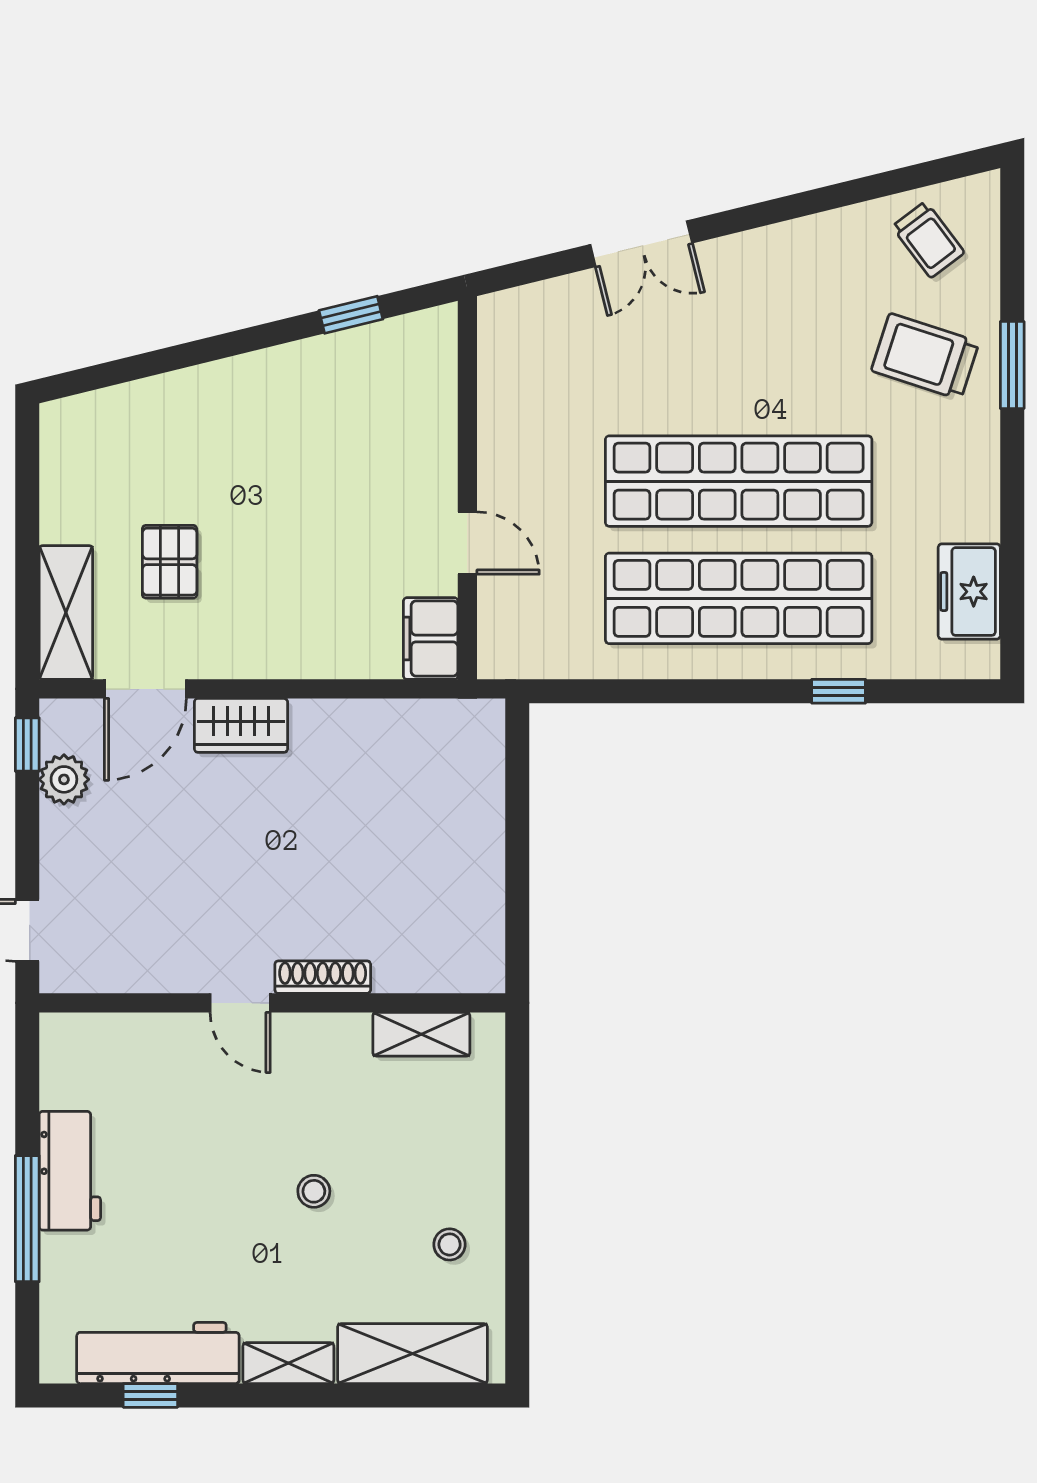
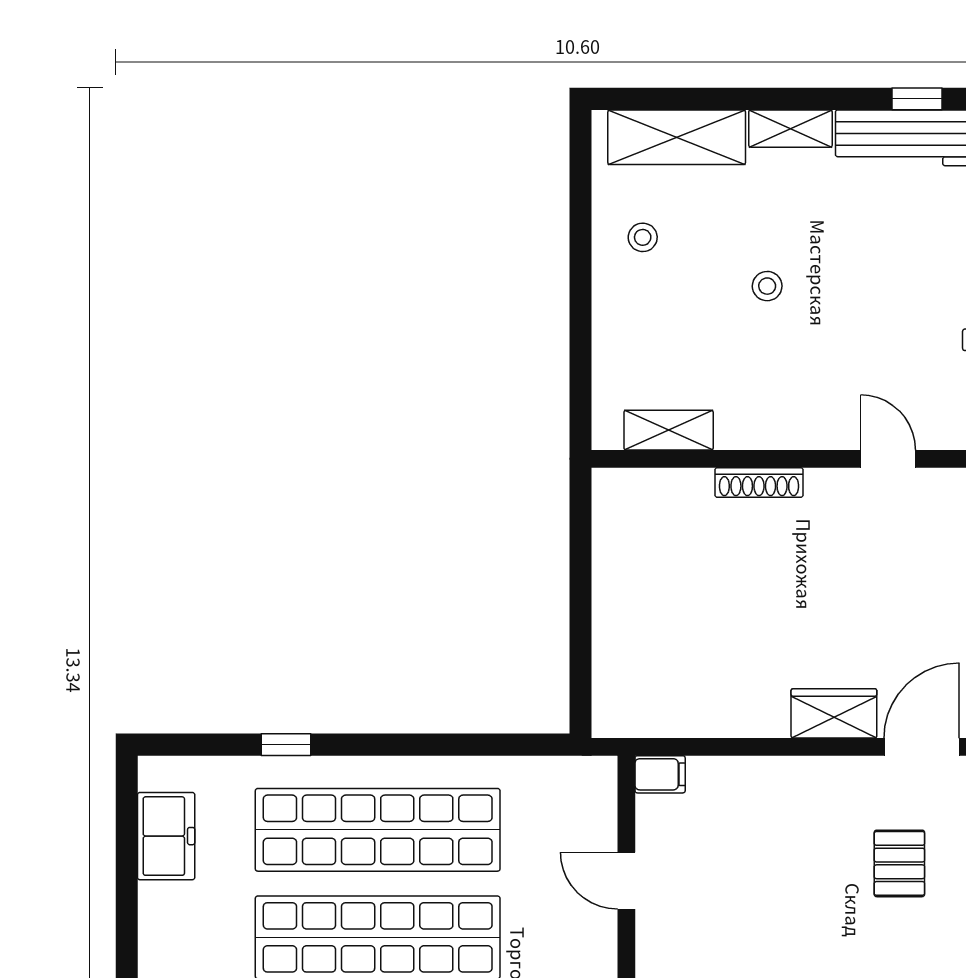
filing cabinet: (431, 638) -> (660, 774), width x0.50
door: (240, 1003) -> (888, 459), moved

